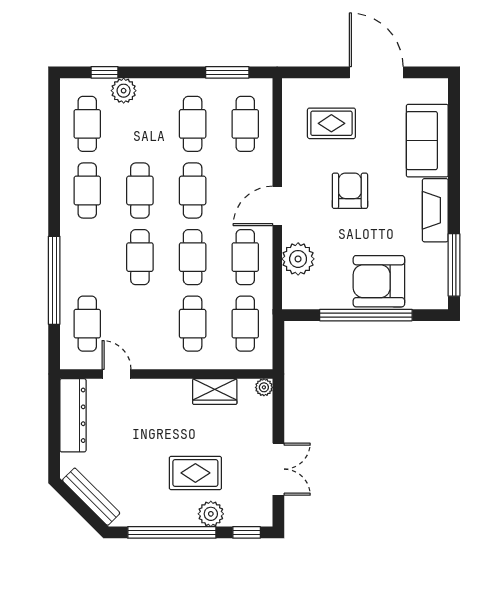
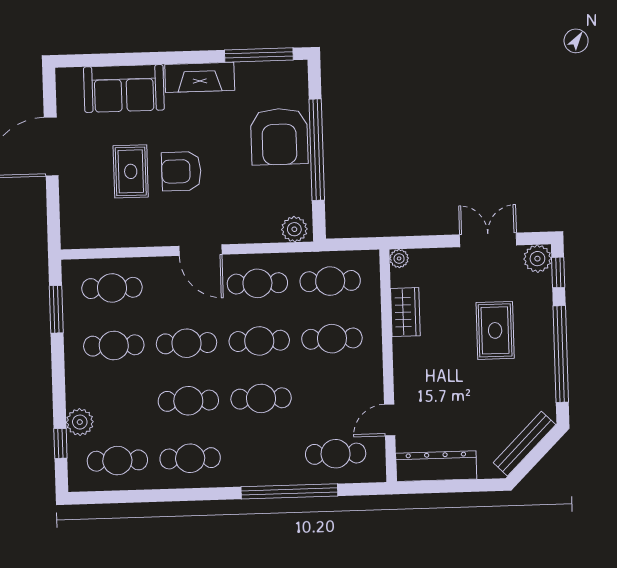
rug: (331, 123) -> (131, 171), moved
plant: (298, 259) -> (294, 229), moved, width x0.73, depth x0.73
plant: (211, 514) -> (537, 259), moved

